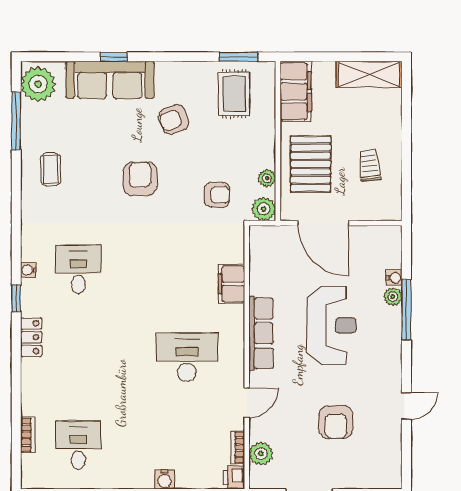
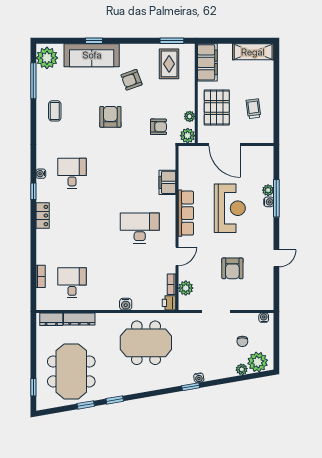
water cooler: (394, 278) -> (269, 202), moved

